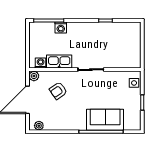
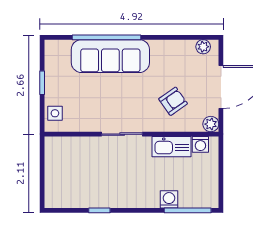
sofa: (105, 120) -> (110, 56), width x1.36

